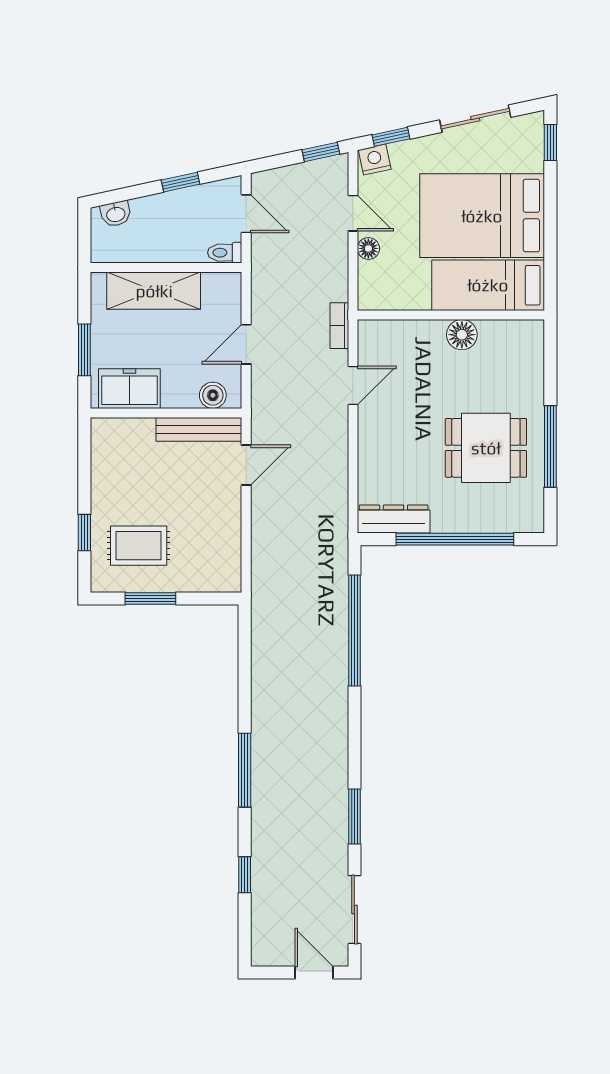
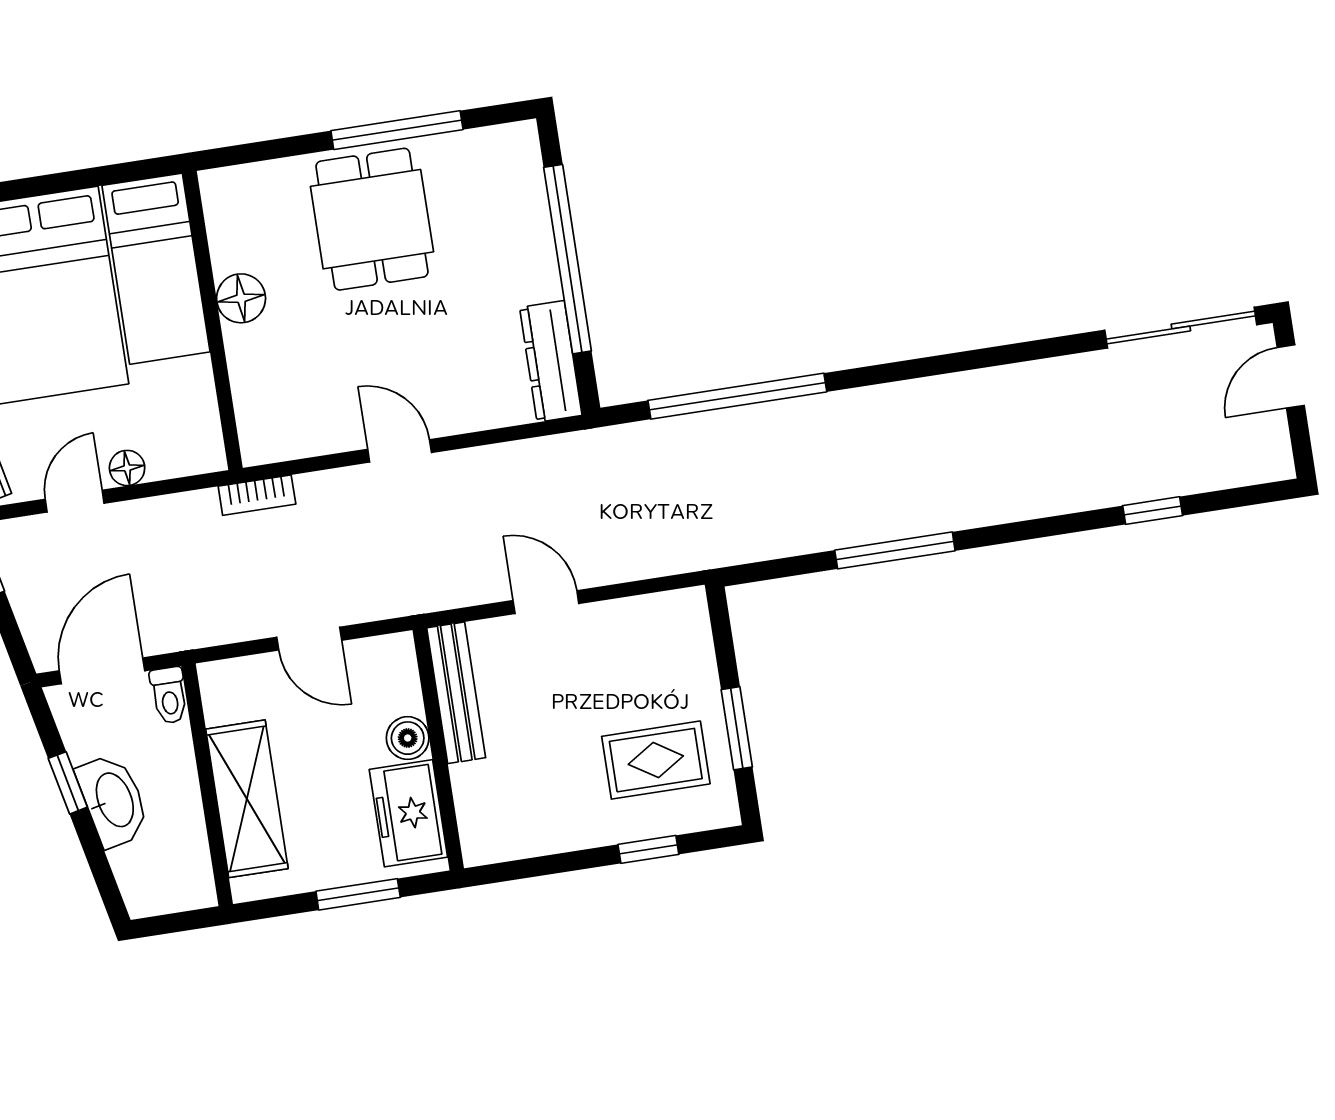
washbasin: (116, 214) -> (113, 800), moved, width x1.91, depth x1.45
door: (246, 214) -> (102, 671), width x1.38
door: (353, 385) -> (400, 451), moved
boiler: (213, 395) -> (408, 738), moved
dining table: (486, 448) -> (372, 219), moved
door: (246, 465) -> (546, 602), moved
rug: (139, 546) -> (656, 760), turned 90
window: (245, 770) -> (895, 550), moved
window: (354, 816) -> (1033, 350), removed
sliding door: (354, 910) -> (1181, 328), width x1.37

